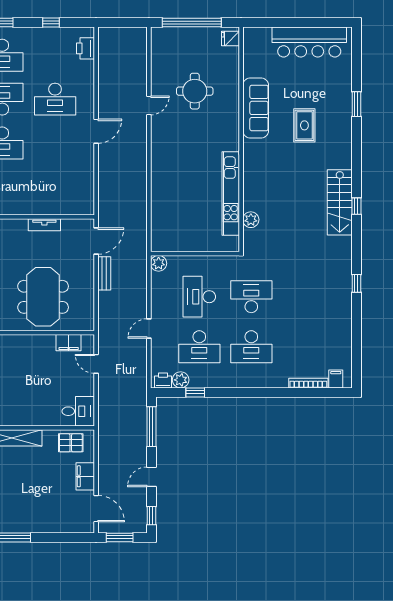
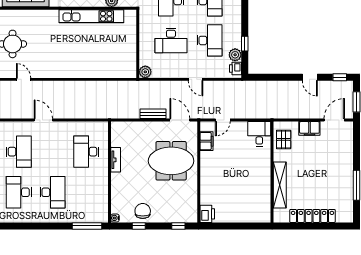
desk: (55, 187) -> (86, 152), added
door: (96, 241) -> (180, 120), moved
window: (151, 427) -> (271, 77), removed

